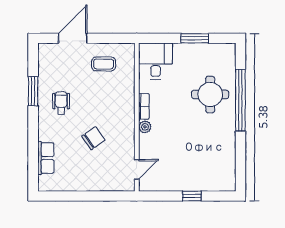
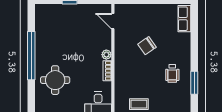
window: (240, 100) -> (31, 56), moved
row of seats: (46, 158) -> (184, 19), moved
door: (137, 169) -> (113, 21), hinge flipped

